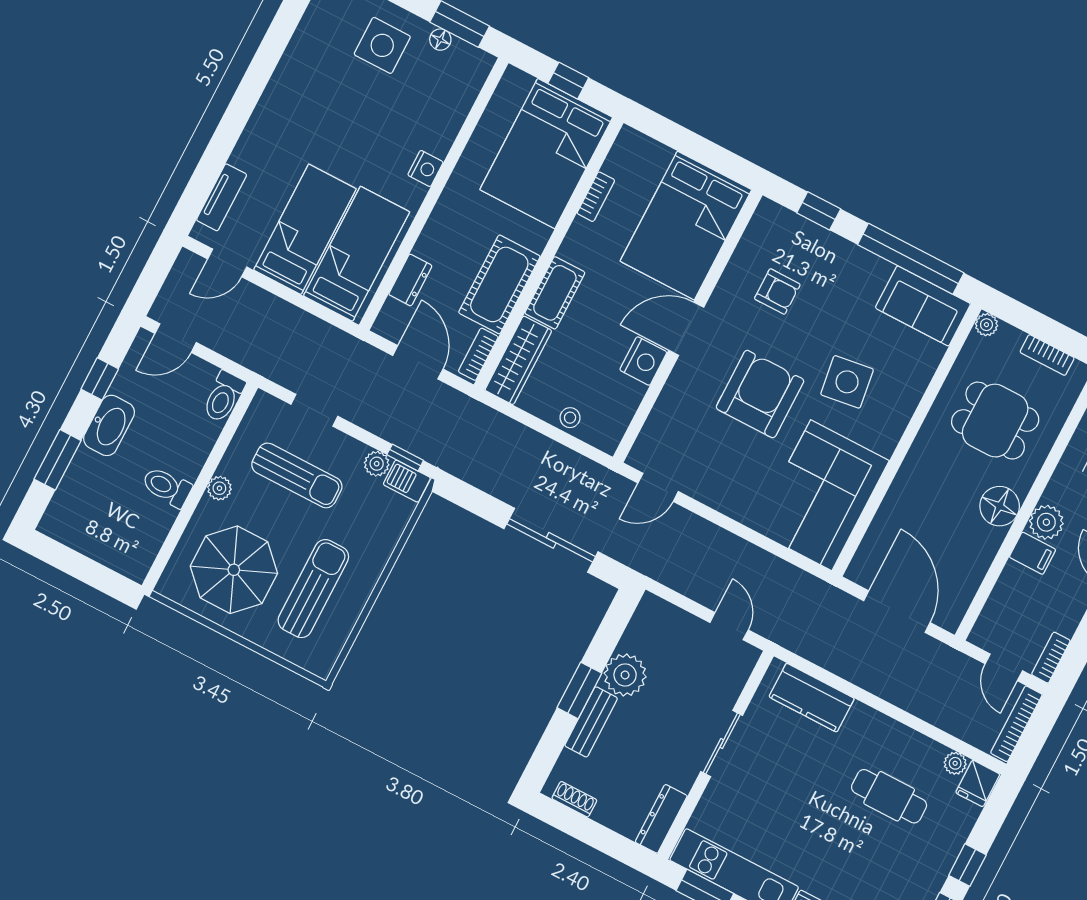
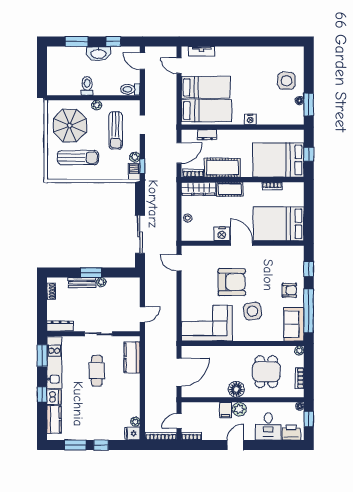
armchair: (777, 292) -> (289, 290), moved, turned -90
plant: (625, 675) -> (101, 282), width x0.53, depth x0.53
cafe table: (889, 796) -> (97, 371), moved

